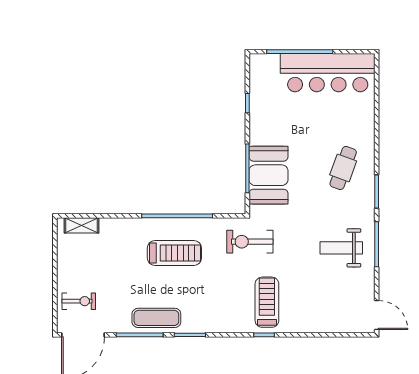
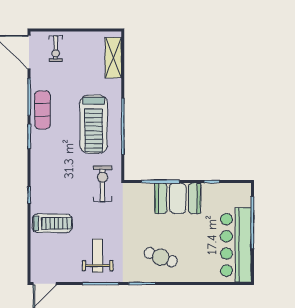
booth: (268, 175) -> (178, 198), moved
shelving: (81, 225) -> (113, 58), width x1.50, depth x1.33
treadmill: (174, 253) -> (94, 124), width x1.37, depth x1.37
treadmill: (267, 302) -> (52, 223), moved

